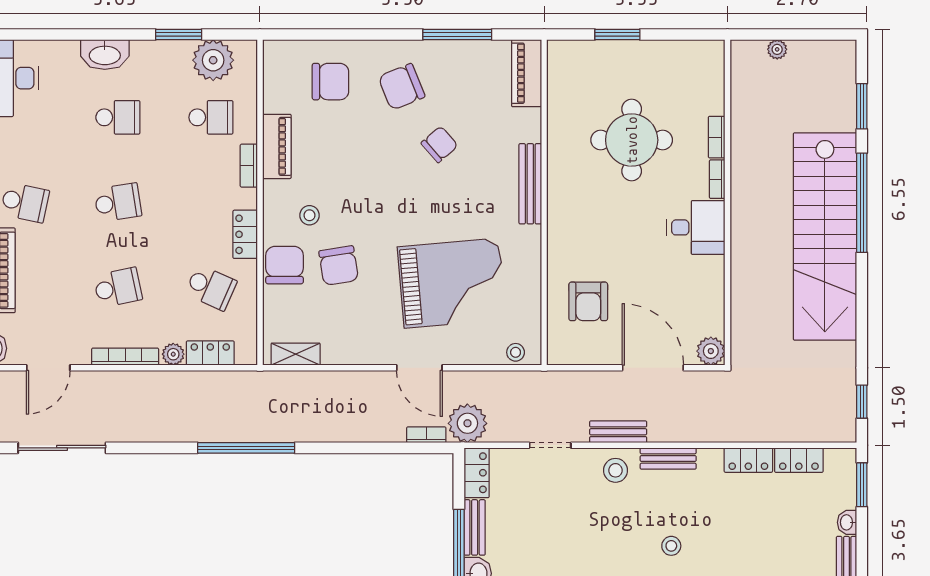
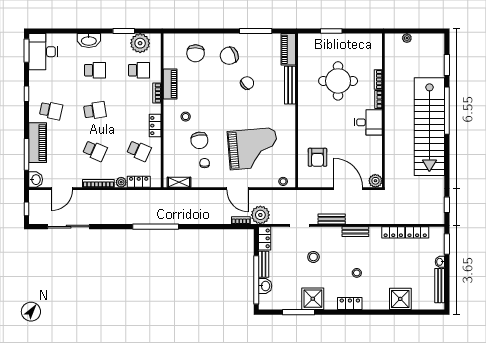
chair: (330, 82) -> (196, 53), turned 92
bench: (530, 184) -> (290, 85), moved
chair: (285, 265) -> (205, 163), moved, width x0.54, depth x0.54
school desk: (118, 288) -> (95, 151), turned 36
stool: (615, 470) -> (313, 257), moved

